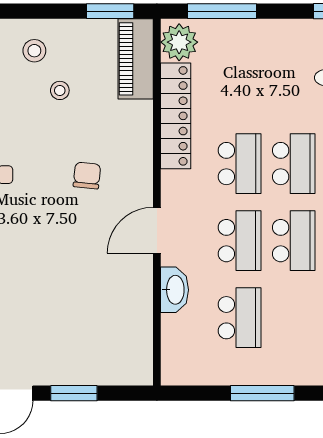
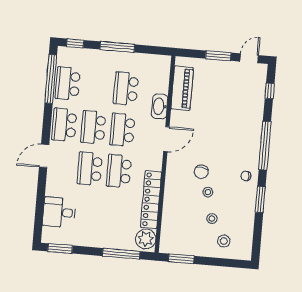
piano: (136, 59) -> (182, 88), moved
stool: (71, 139) -> (208, 192), added

